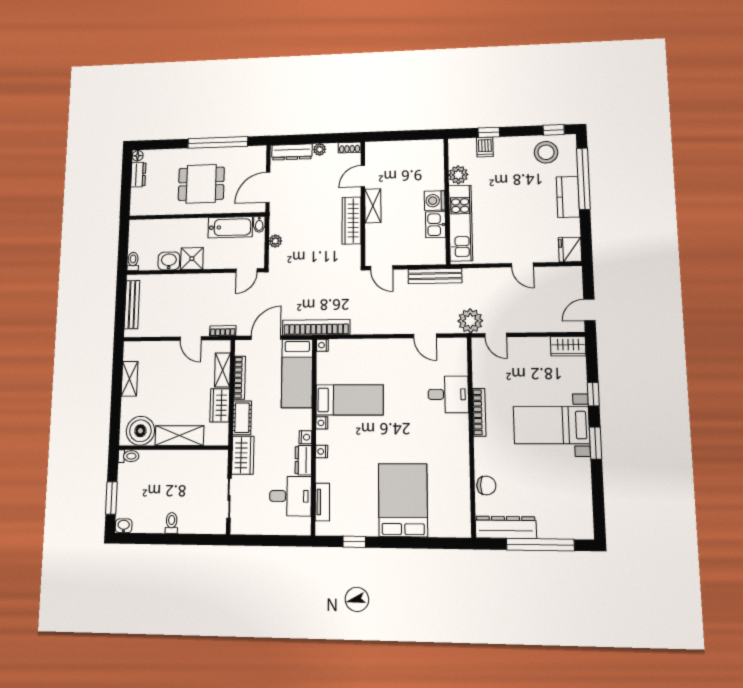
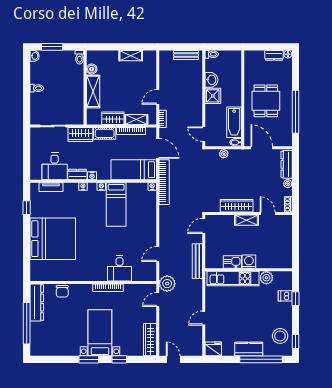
bench: (132, 305) -> (186, 55), width x0.73
wardrobe: (568, 346) -> (150, 340), width x1.50
boiler: (140, 431) -> (92, 69), width x0.54, depth x0.54
bed: (403, 500) -> (53, 239), width x1.36

